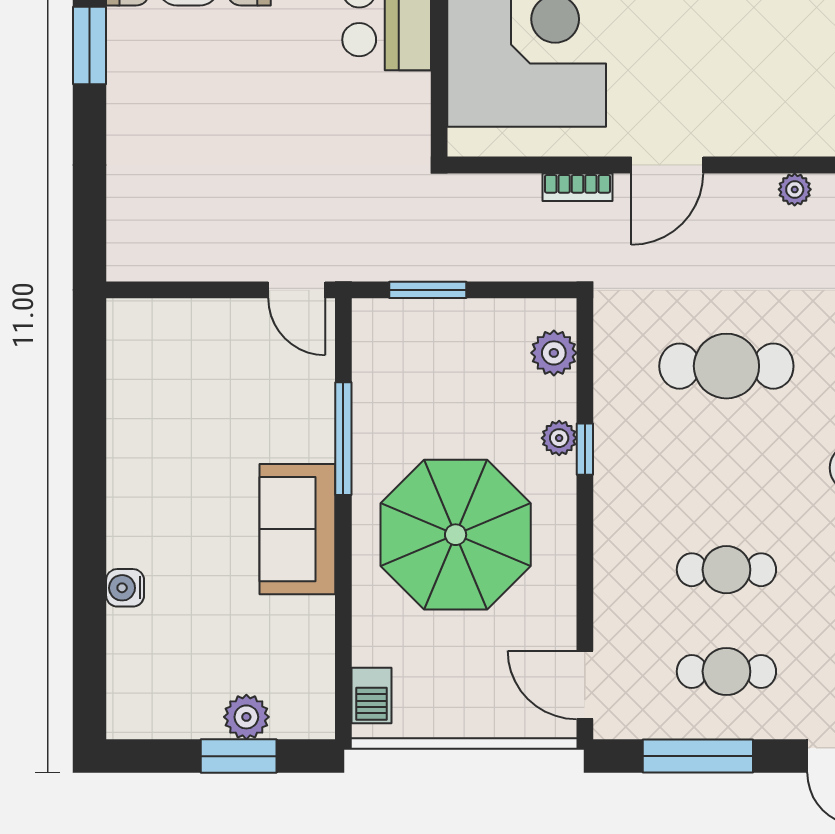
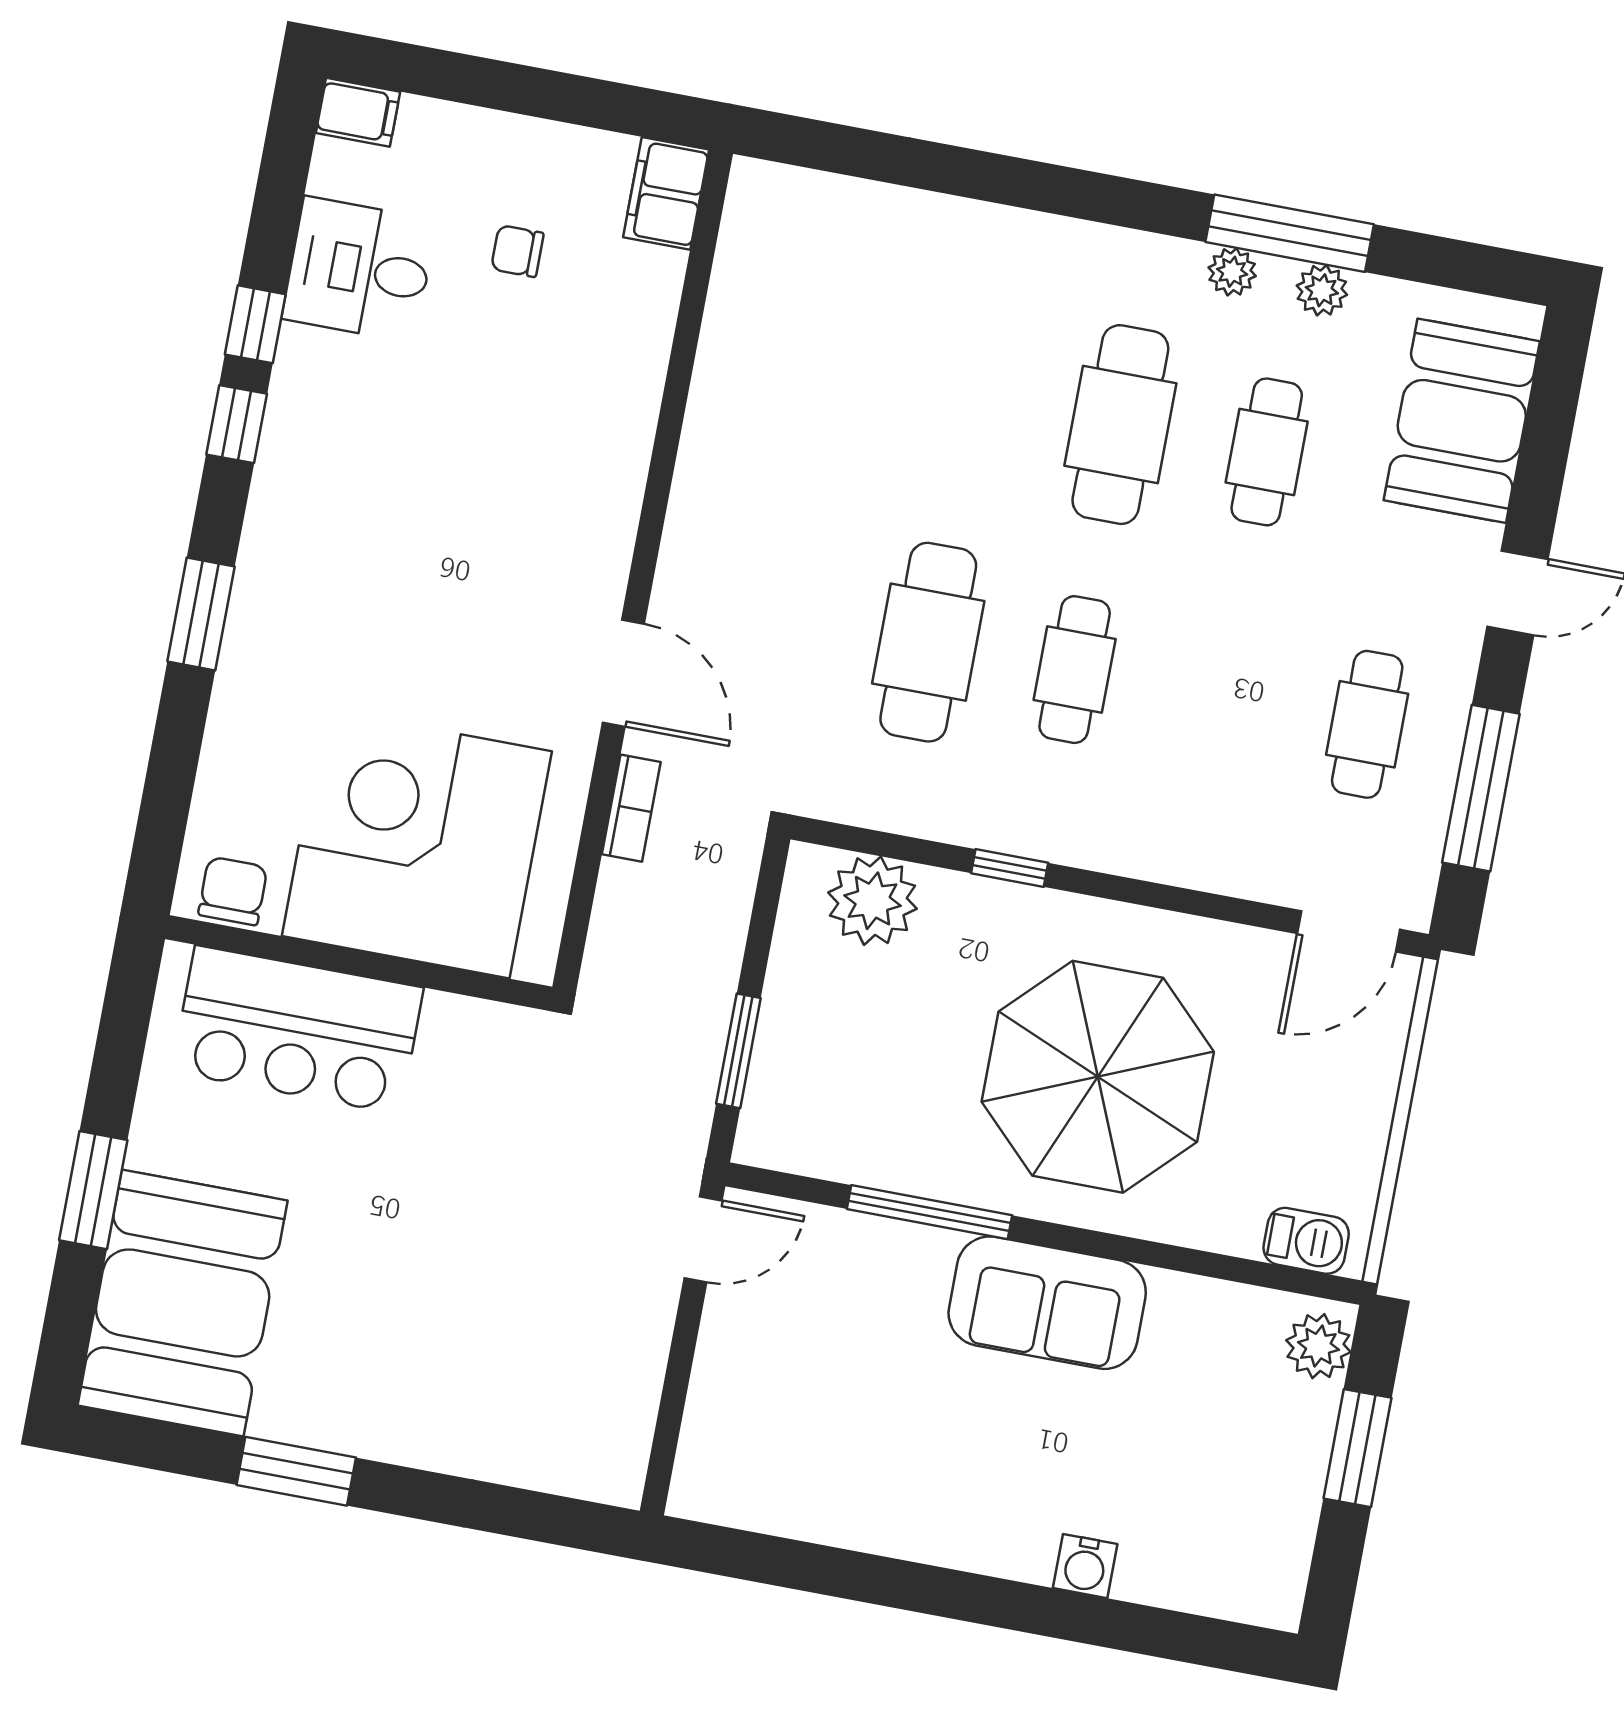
plant: (795, 189) -> (693, 497), removed
plant: (554, 353) -> (873, 901), width x1.36, depth x1.36
plant: (559, 438) -> (987, 902), removed
cafe table: (726, 570) -> (1075, 670), moved
plant: (246, 717) -> (1318, 1346), moved

